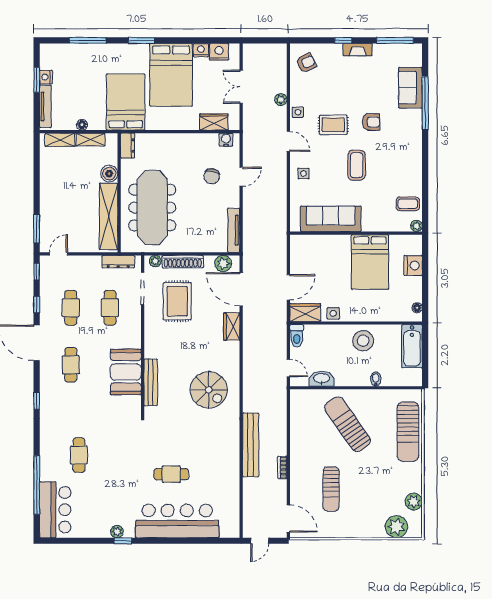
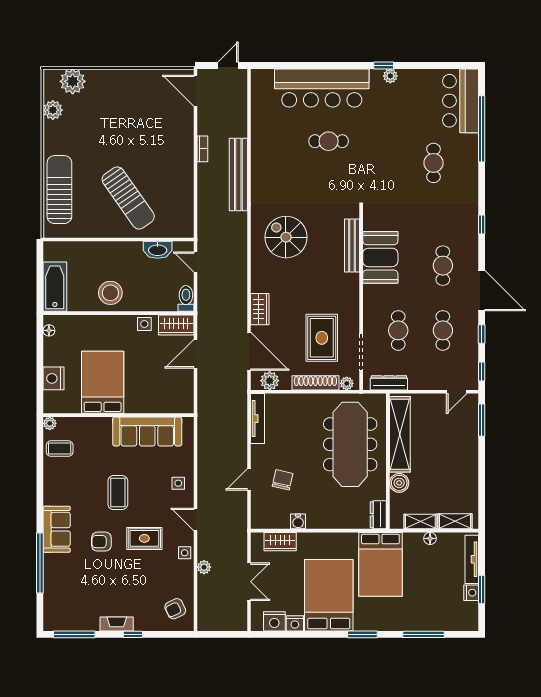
sofa: (410, 88) -> (57, 529), moved
water cooler: (226, 140) -> (298, 521), moved
bidet: (376, 379) -> (96, 249), removed
sun lounger: (331, 489) -> (147, 124), removed

